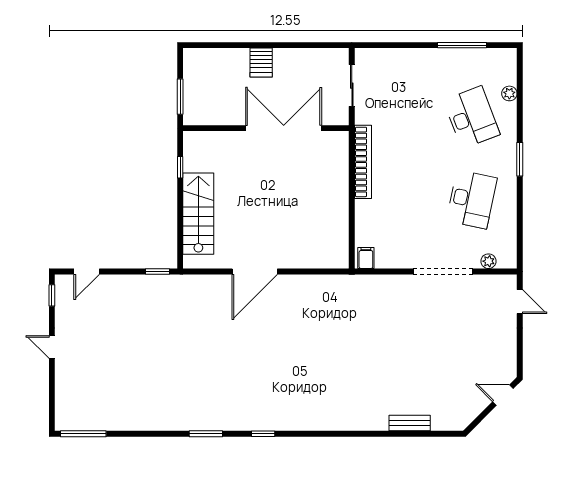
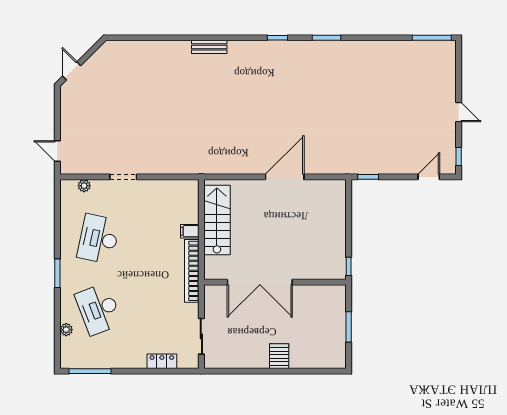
window: (462, 45) -> (90, 371), moved
locker: (398, 57) -> (162, 361), added
wall: (266, 128) -> (275, 282), moved
double door: (284, 128) -> (260, 282), moved
stairs: (198, 214) -> (217, 220), moved, turned 180
filing cabinet: (366, 258) -> (190, 231), moved, turned 90
doorway: (443, 271) -> (123, 177), width x0.53
door: (503, 395) -> (72, 71), swing flipped
bench: (410, 423) -> (209, 47), moved

